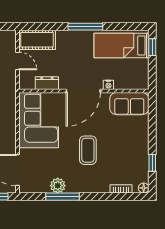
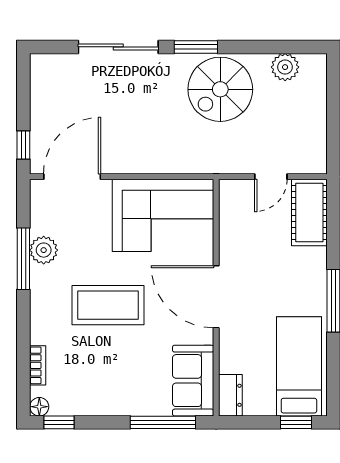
dresser: (47, 83) -> (230, 395), moved
nightstand: (108, 85) -> (227, 343), removed
window: (152, 120) -> (163, 422), added
coffee table: (88, 150) -> (108, 305), width x1.36, depth x1.32
window: (152, 163) -> (59, 422), moved

